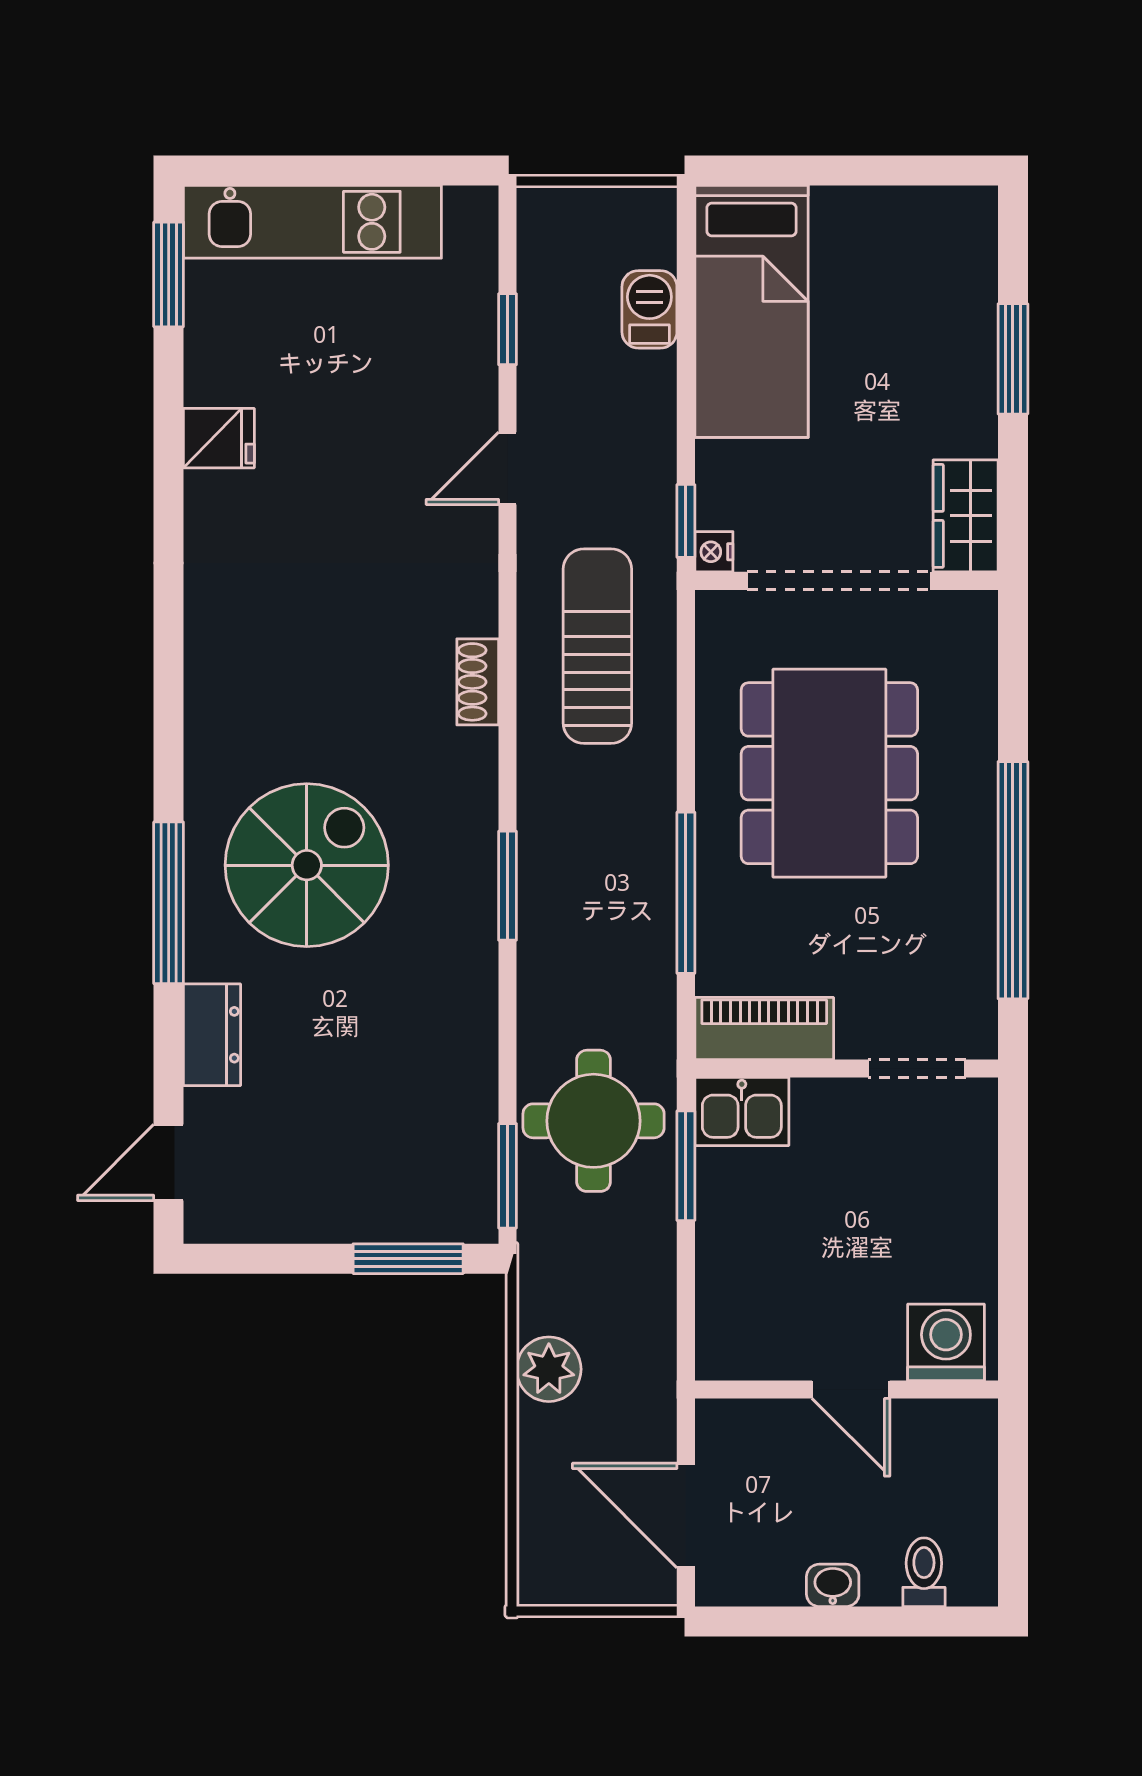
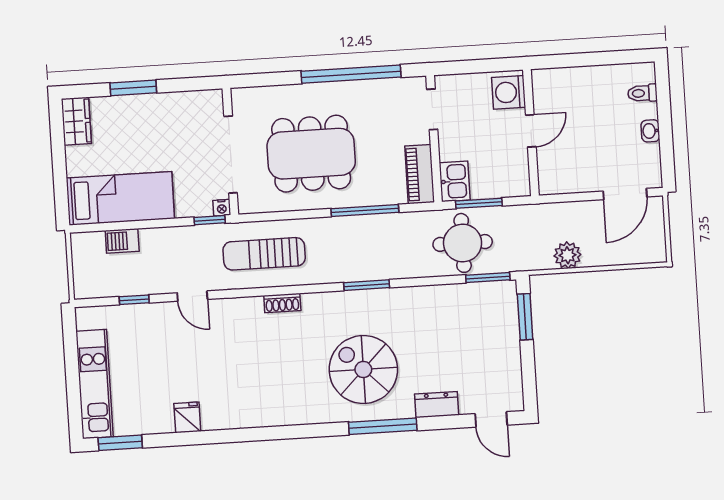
wardrobe: (966, 516) -> (76, 121), moved, turned -90
washing machine: (946, 1342) -> (509, 92), moved
wall: (846, 1390) -> (531, 133), moved
door: (851, 1390) -> (531, 131), moved

